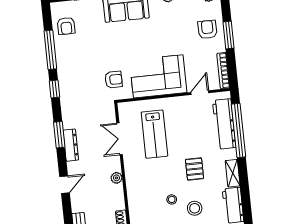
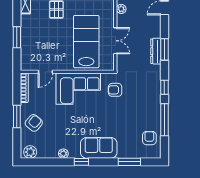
armchair: (207, 29) -> (34, 123), turned -140
workbench: (224, 124) -> (28, 44), removed
window: (239, 130) -> (17, 37), width x0.47
lab bench: (154, 134) -> (86, 42), width x1.36, depth x1.39
dresser: (71, 145) -> (156, 51), moved

